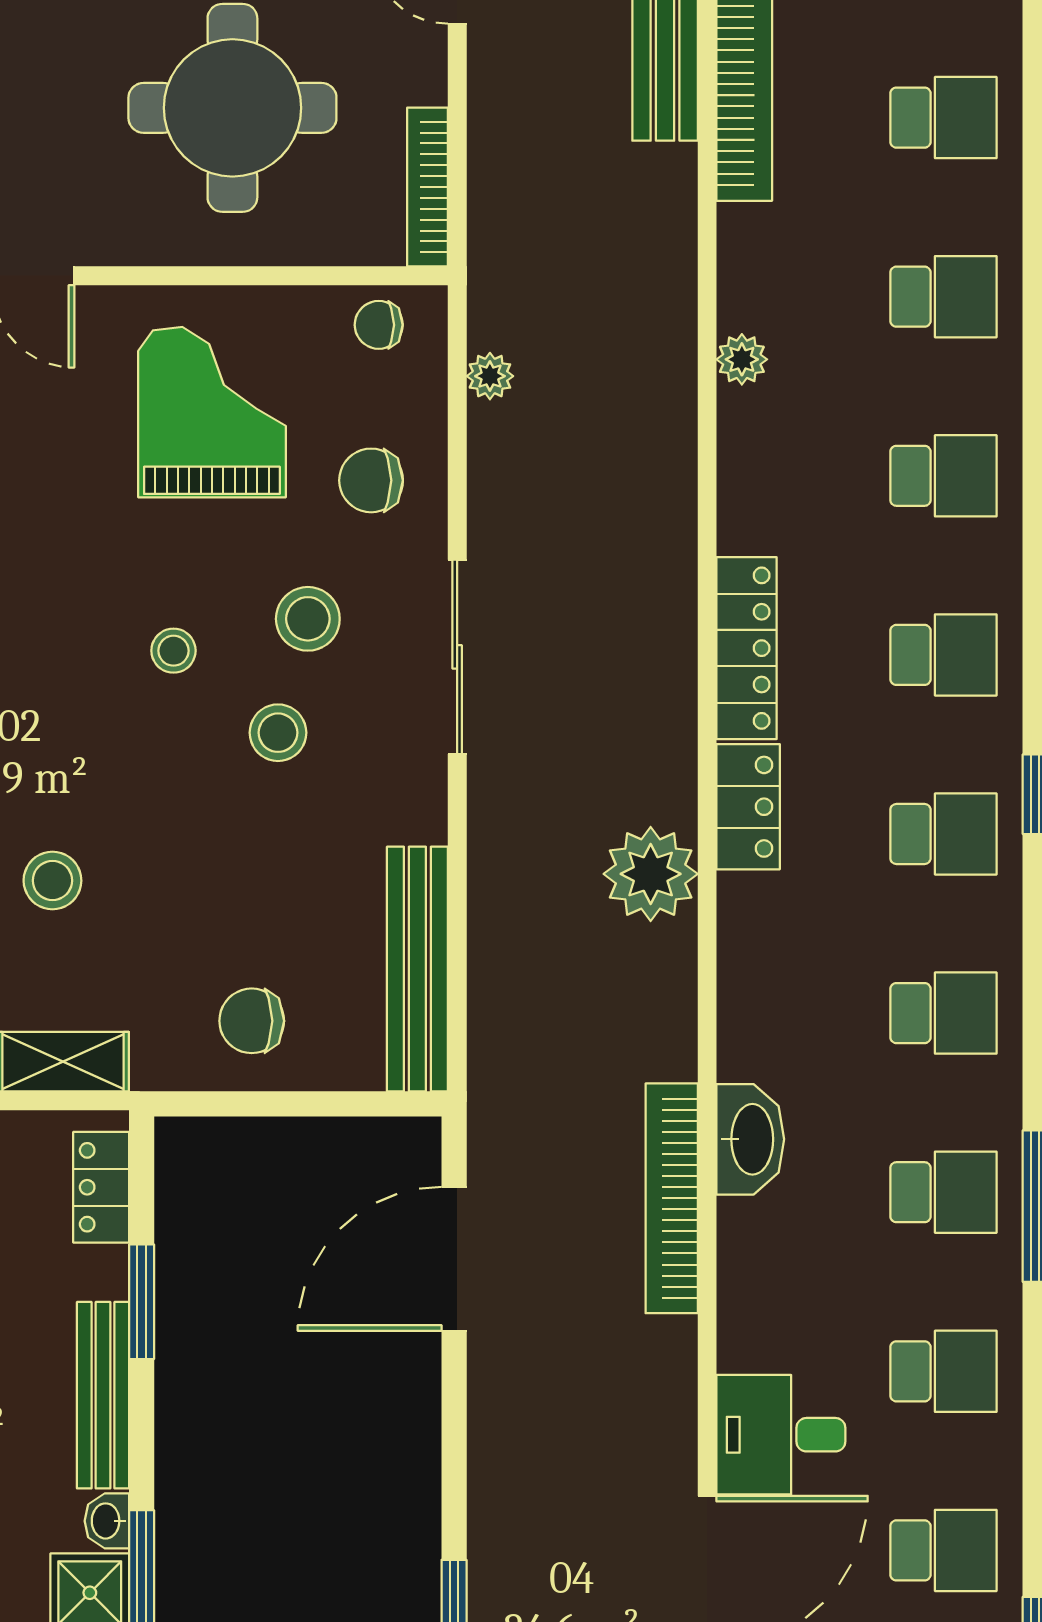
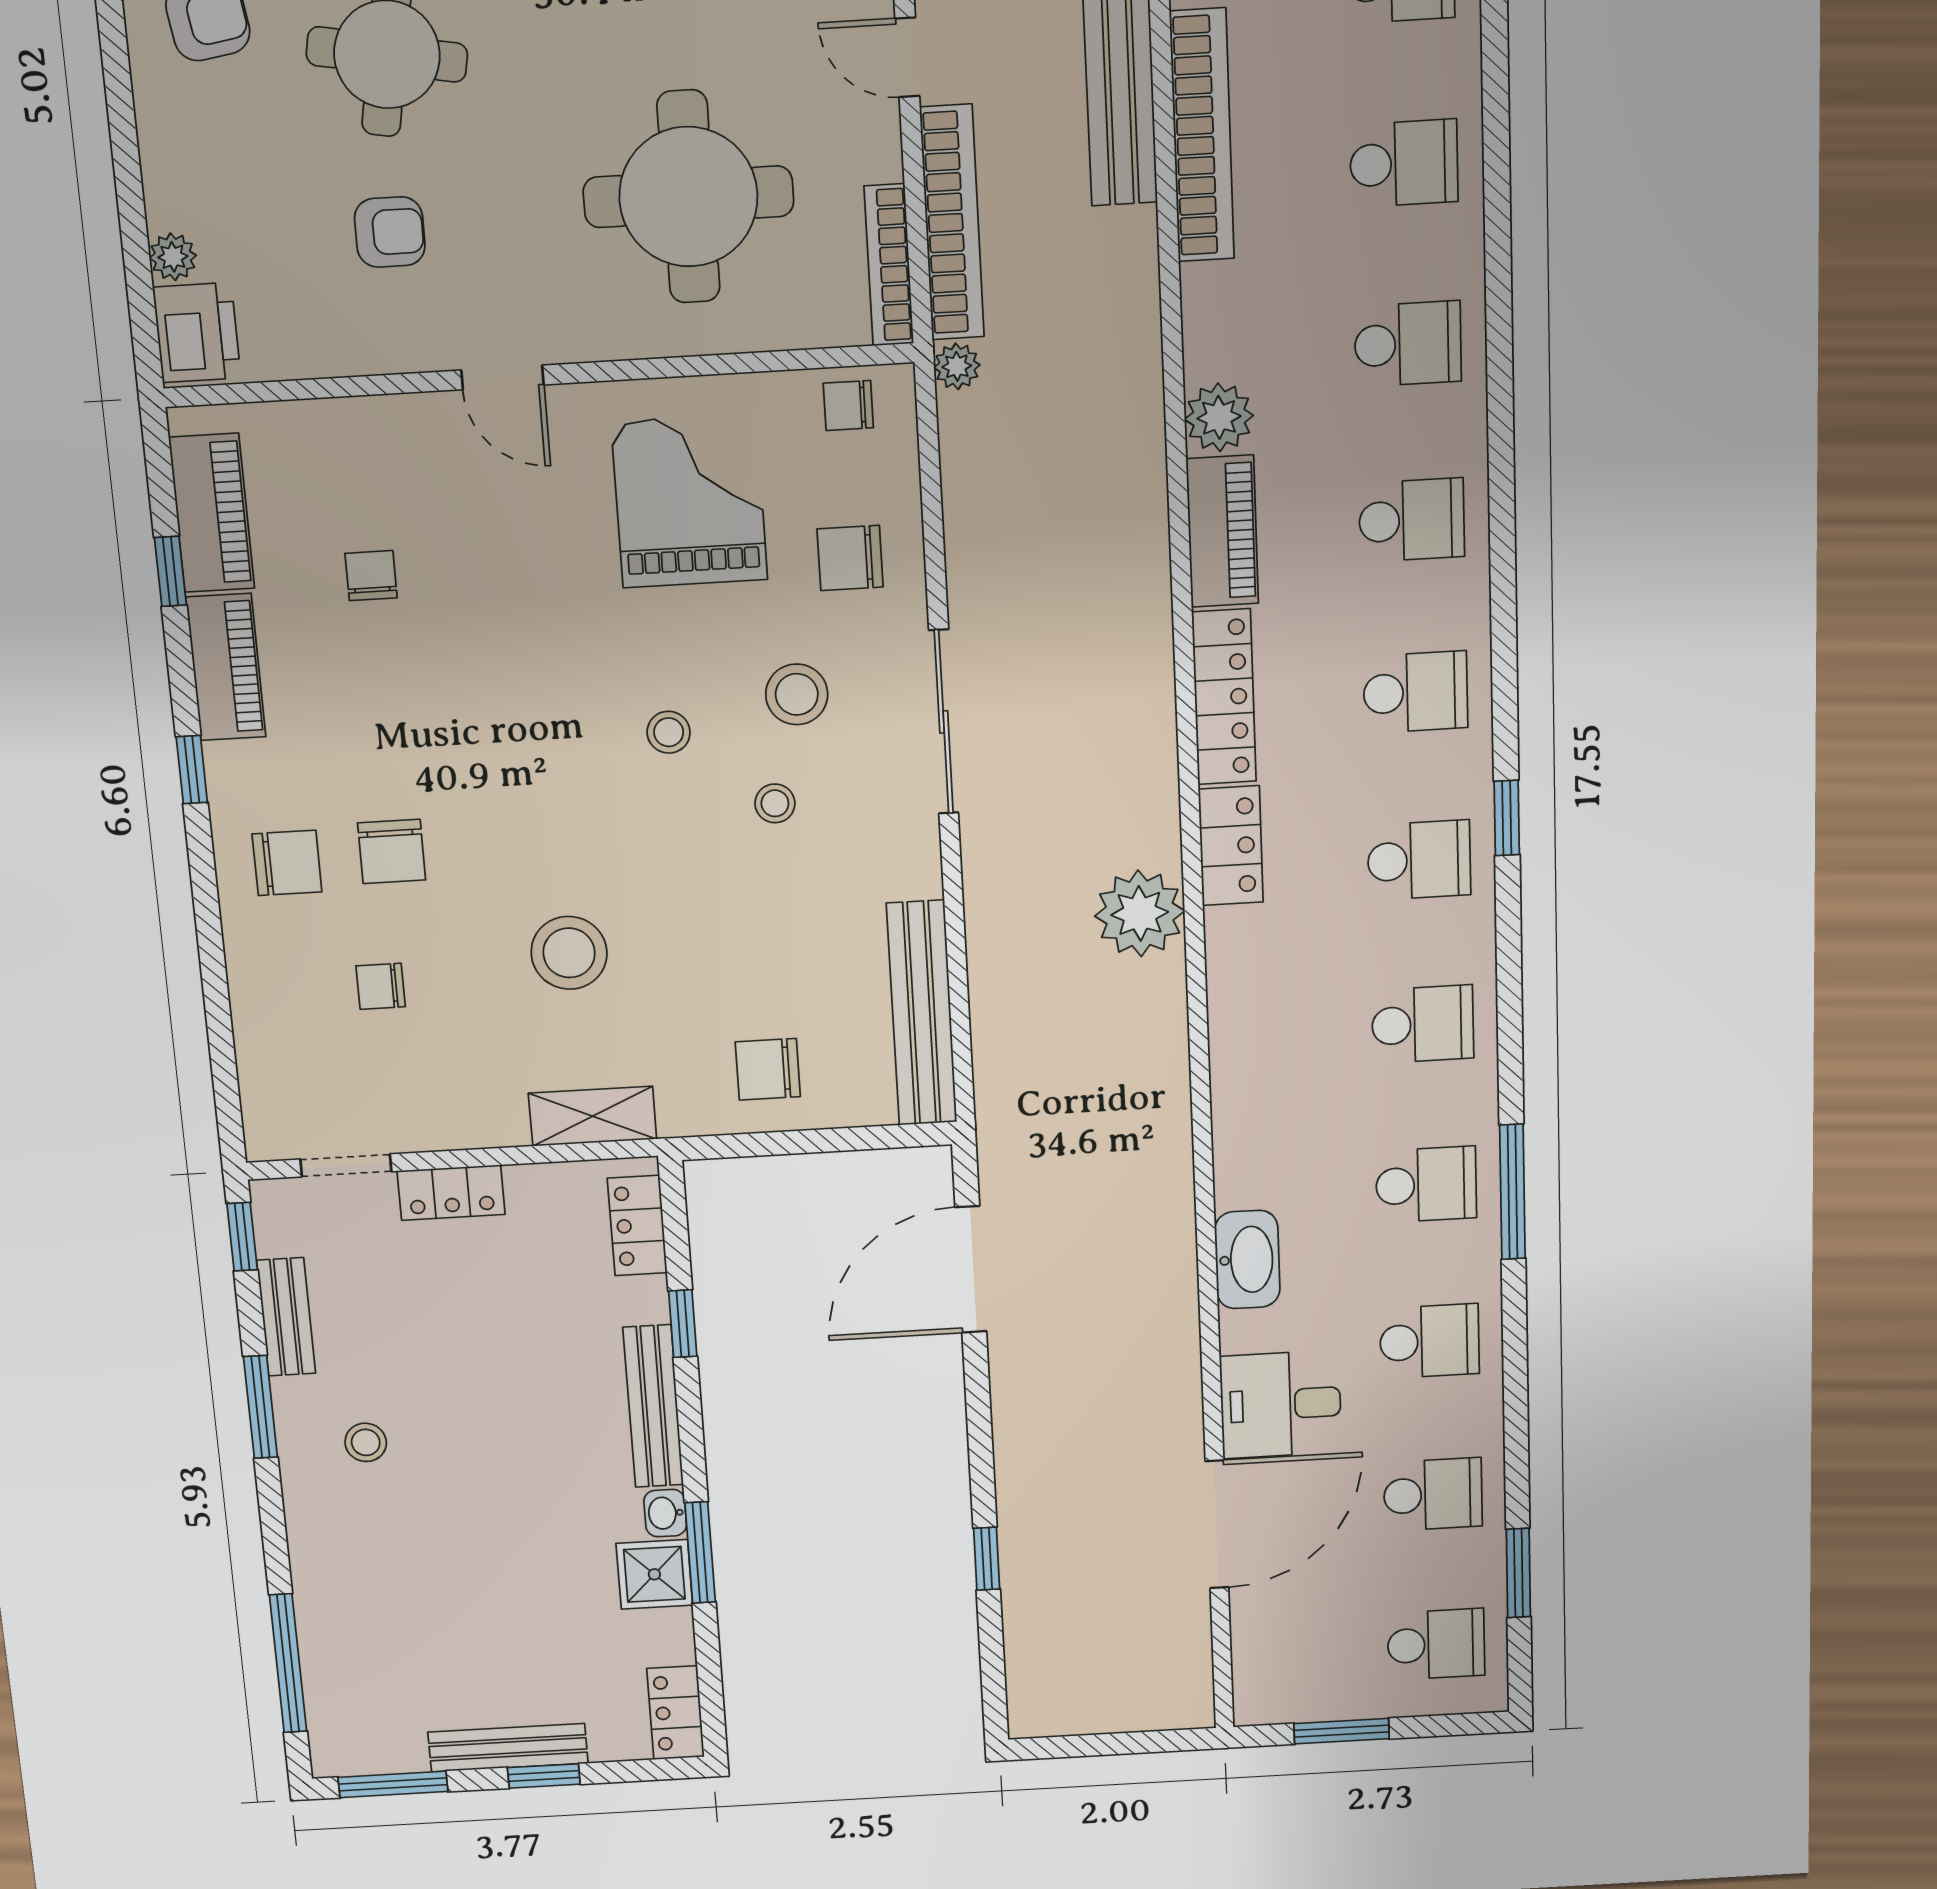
plant: (742, 359) -> (1219, 417), width x1.38, depth x1.38
plant: (490, 376) -> (957, 366), moved
piano: (751, 476) -> (1222, 531), added
stool: (278, 733) -> (775, 803), width x0.73, depth x0.73
stool: (52, 881) -> (569, 953), width x1.38, depth x1.38
washbasin: (750, 1139) -> (1247, 1260), moved
bookcase: (672, 1198) -> (952, 223), moved, turned 180
window: (142, 1302) -> (683, 1324), width x0.67

